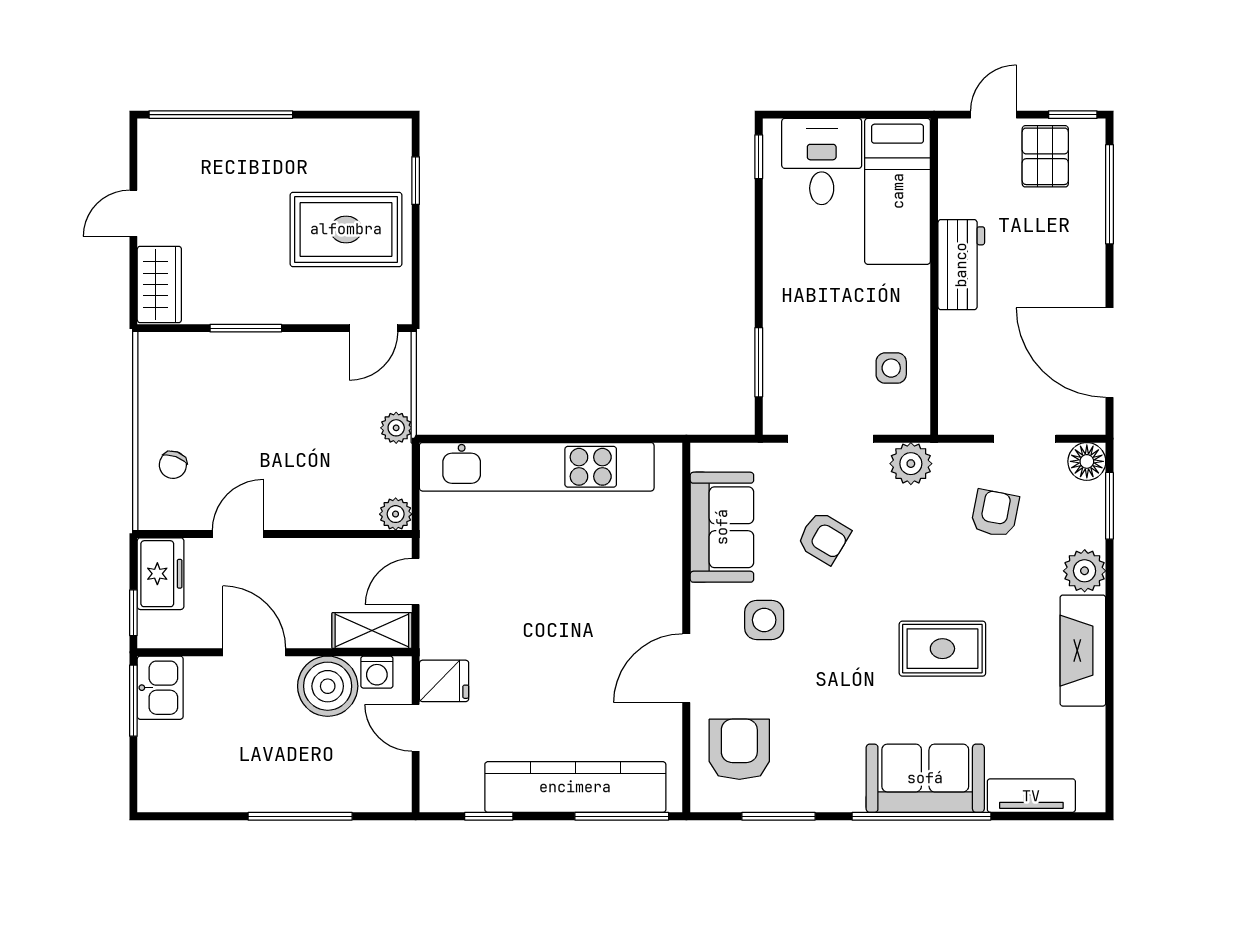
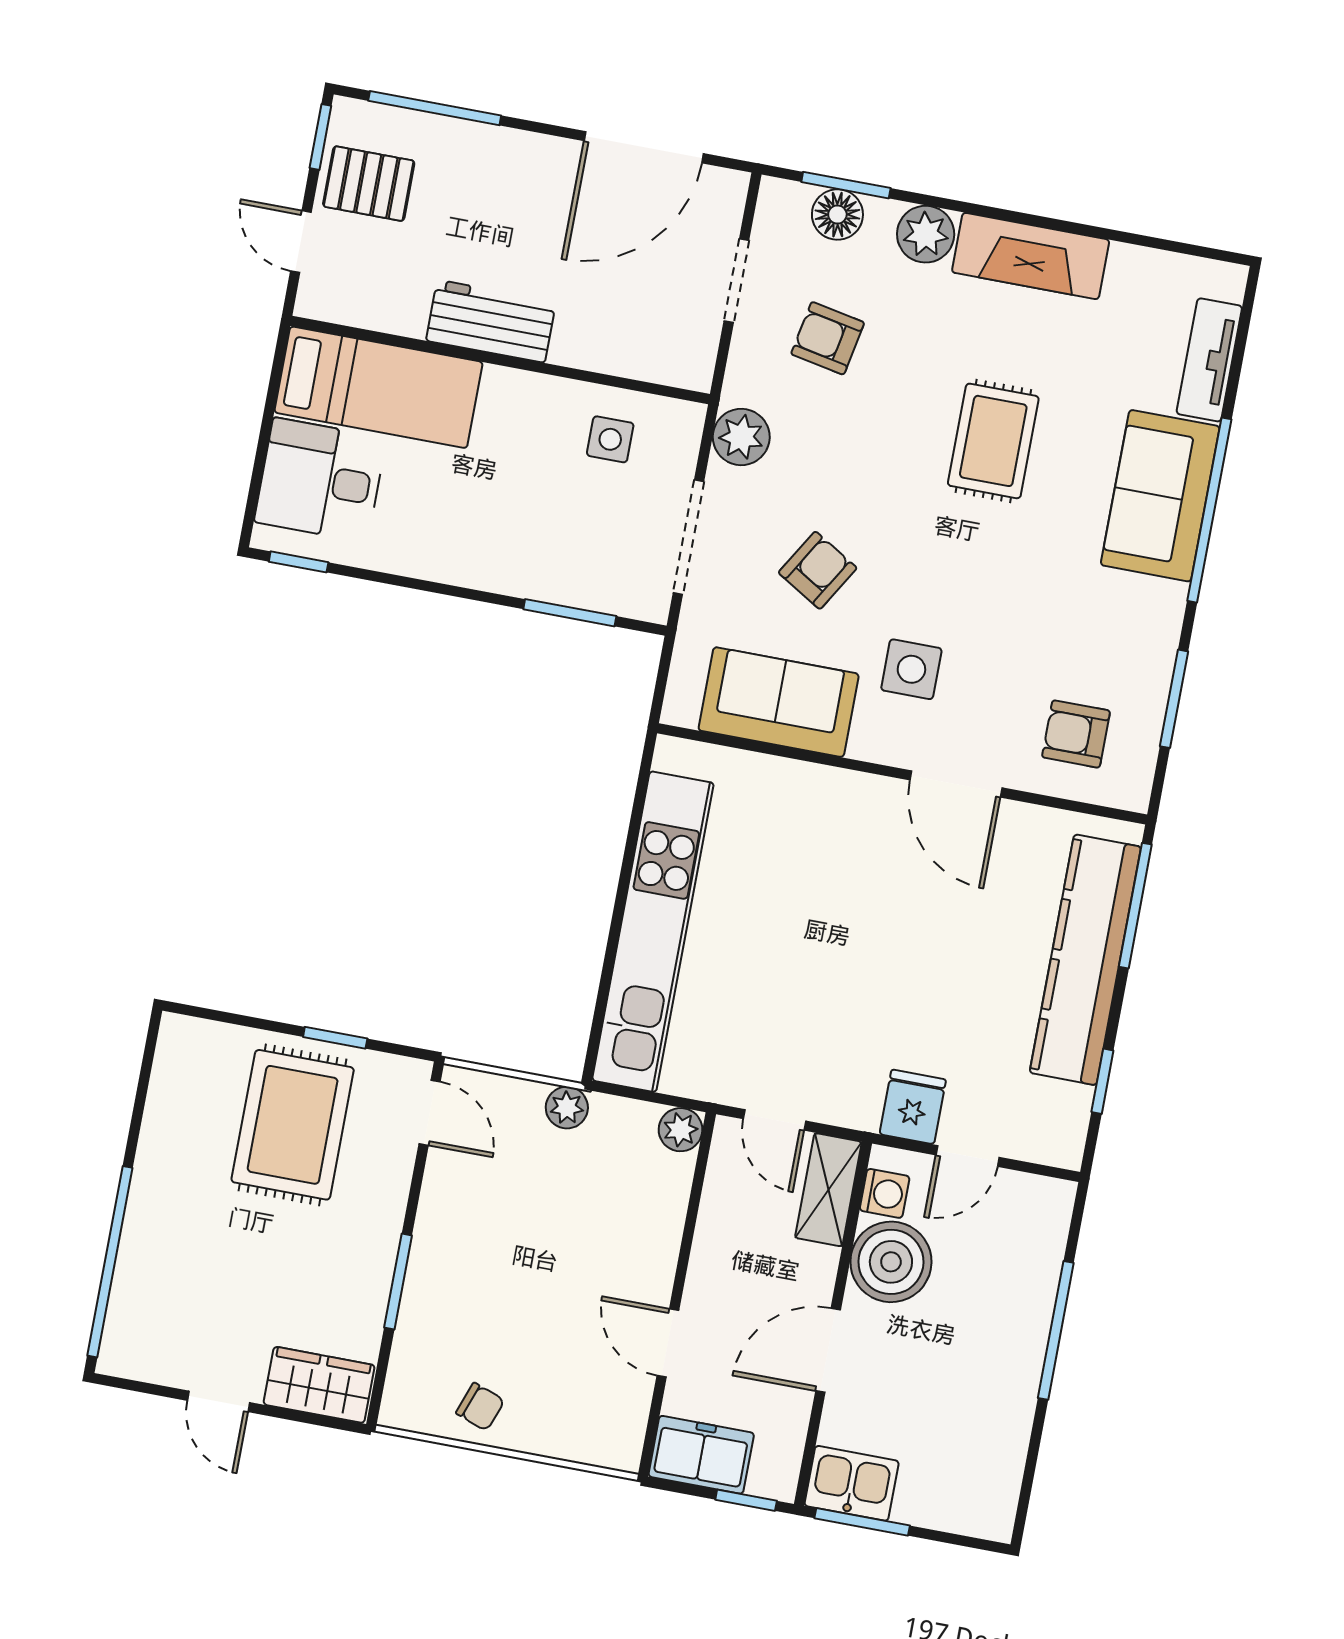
window: (416, 181) -> (335, 1038), moved
floor lamp: (1087, 461) -> (837, 215), moved
chair: (173, 465) -> (480, 1407), moved
armchair: (739, 749) -> (1076, 734), width x0.72, depth x0.72

